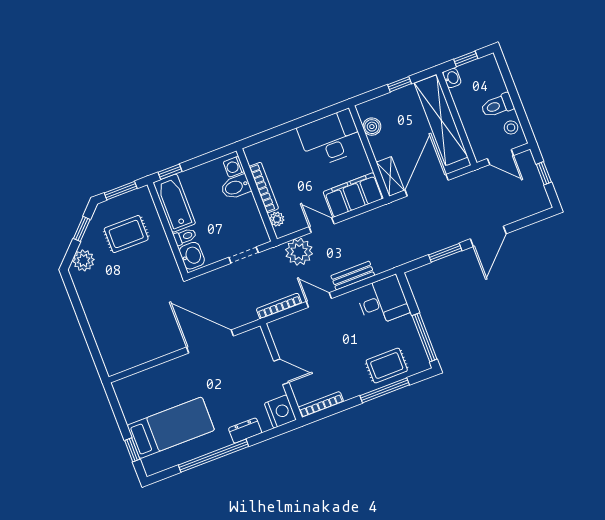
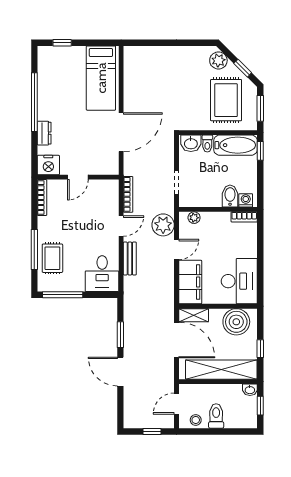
boiler: (372, 127) -> (236, 322), width x1.86, depth x1.86
bookcase: (264, 188) -> (244, 217), moved, width x0.64
rug: (126, 234) -> (226, 100), width x1.36, depth x1.43
bed: (171, 428) -> (101, 78), moved

